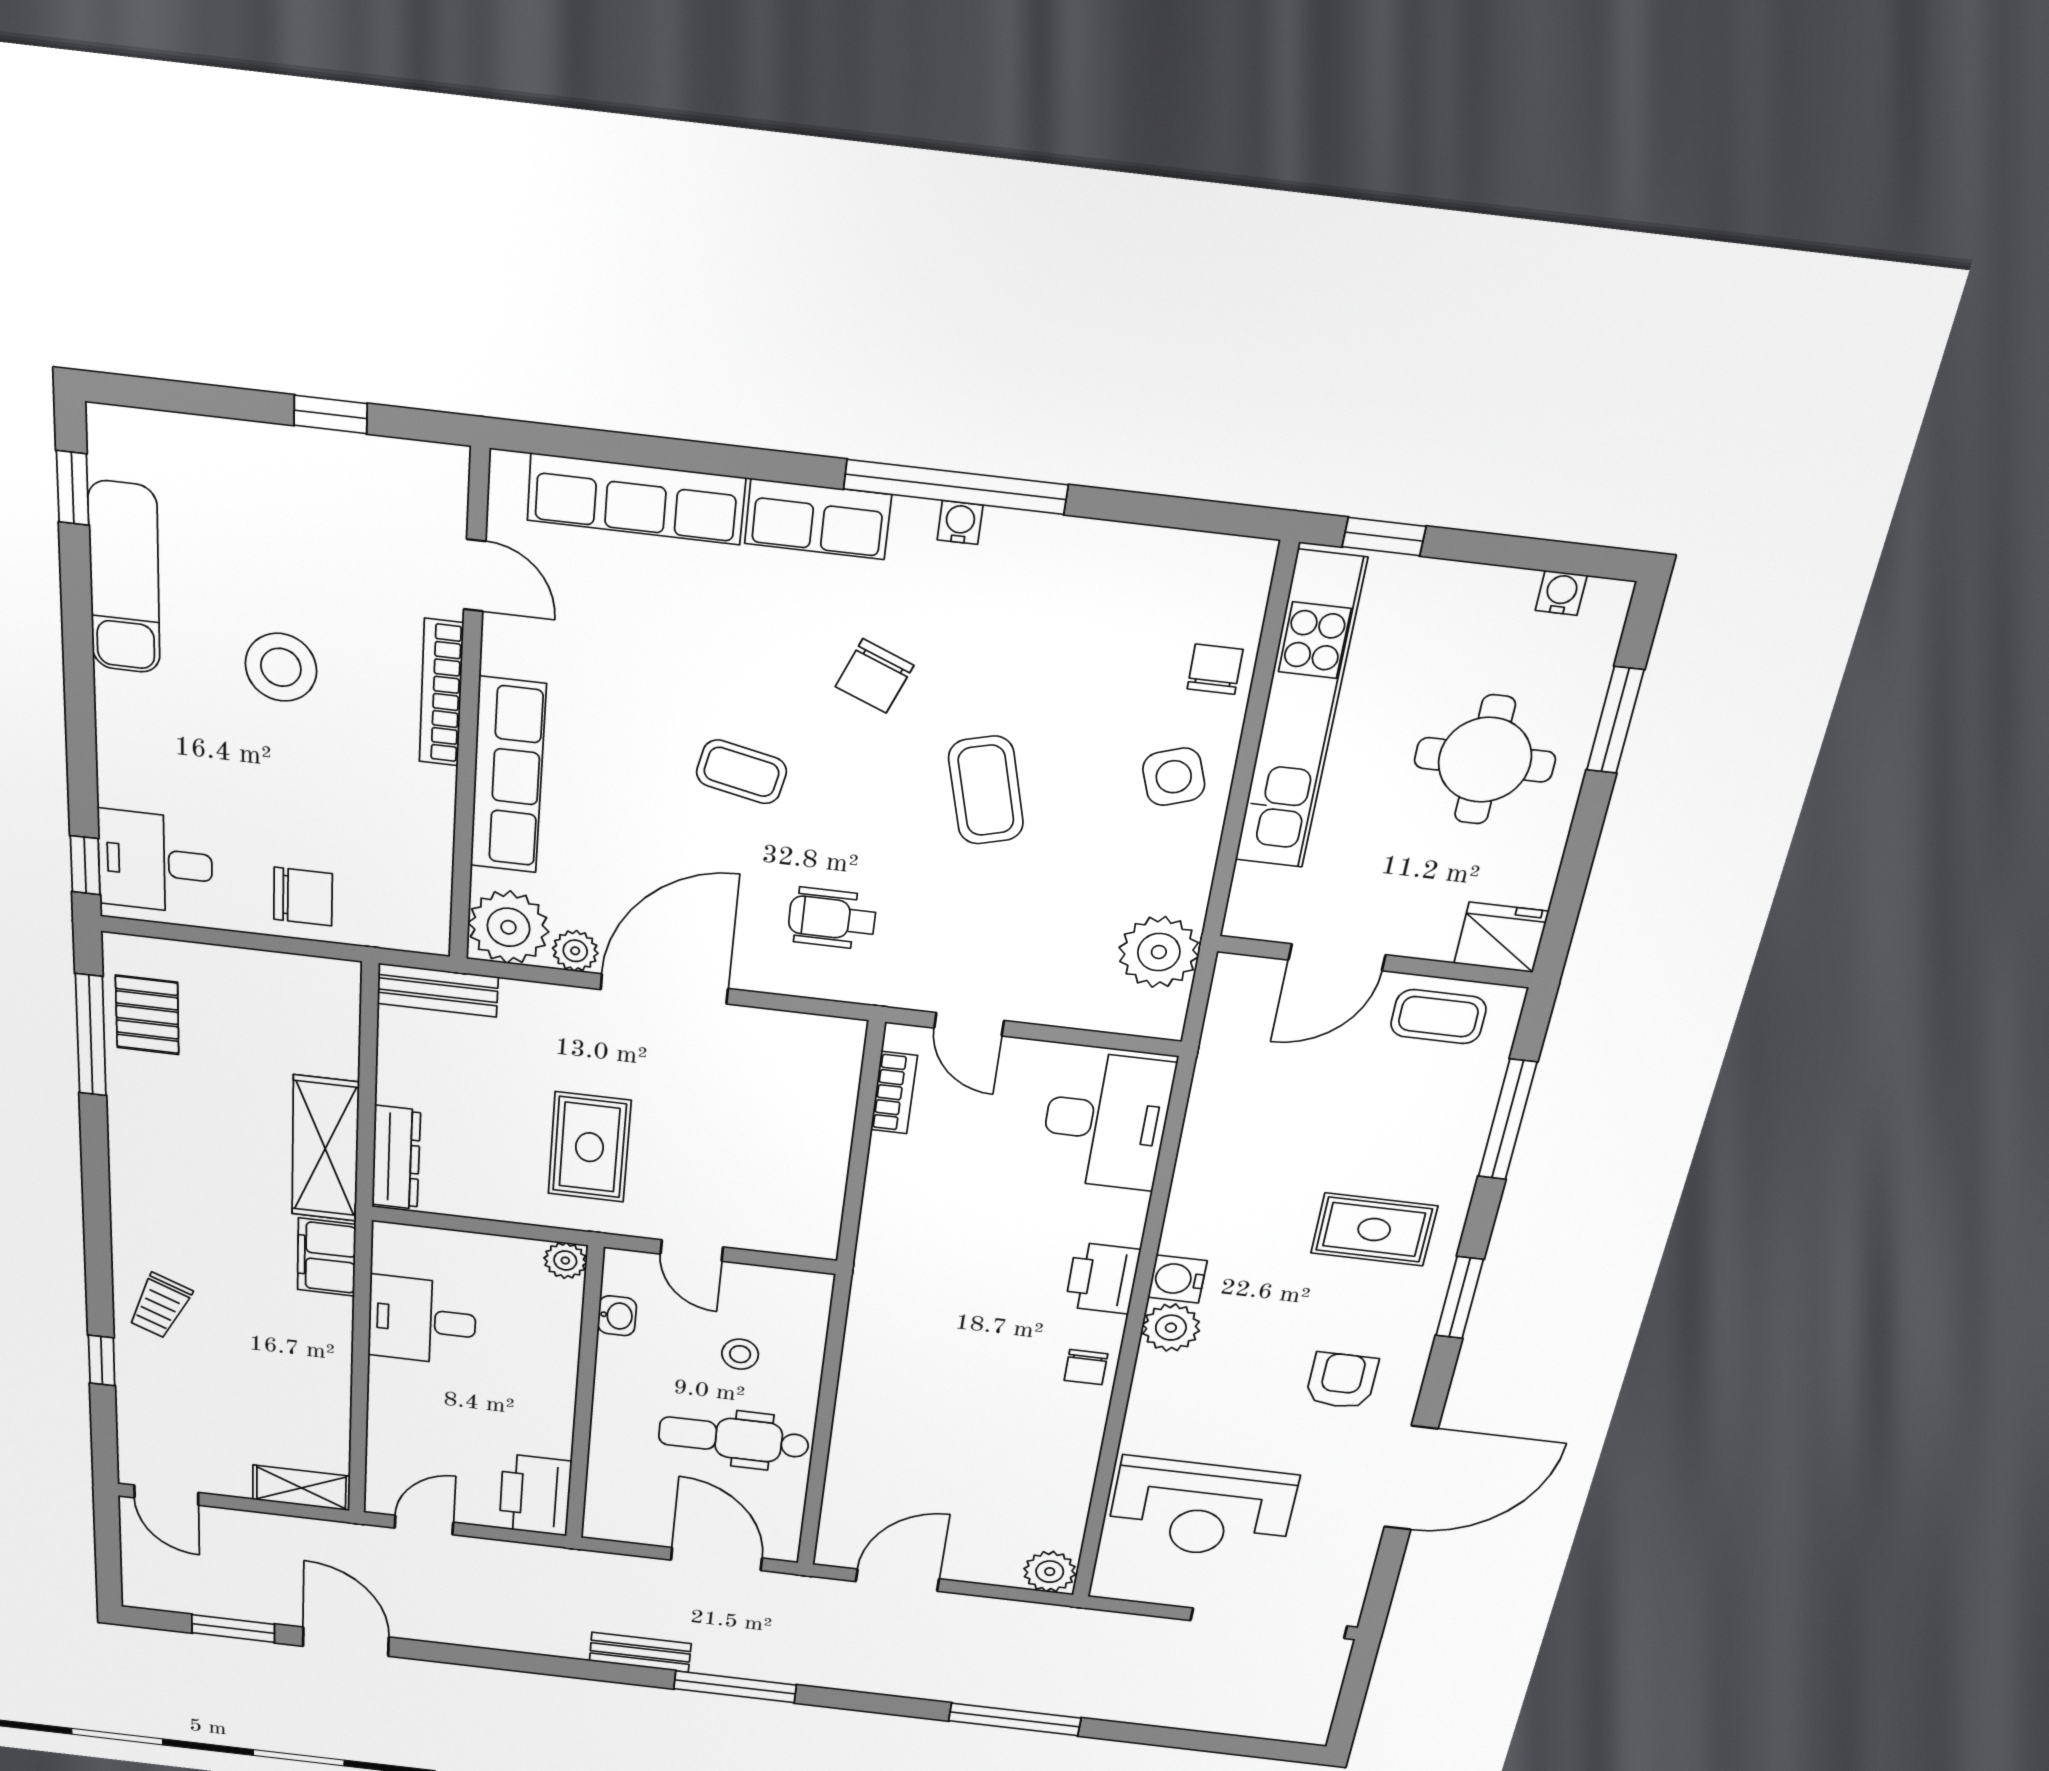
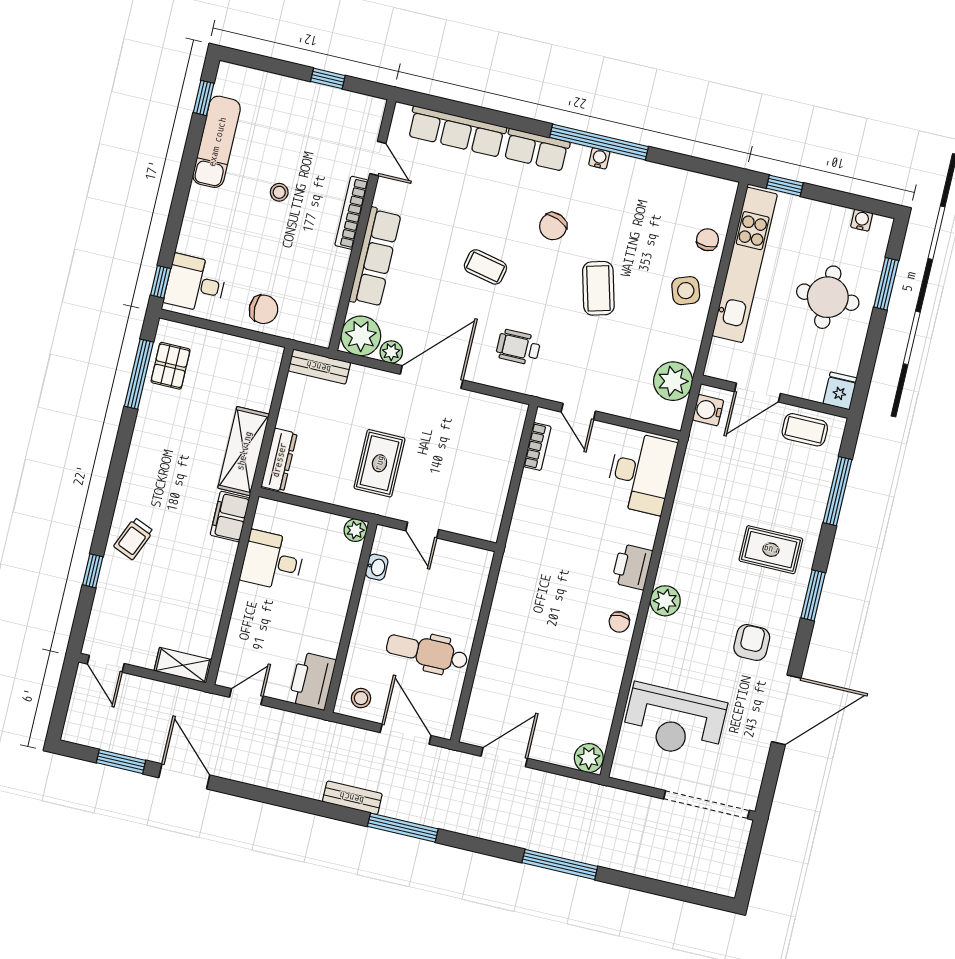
stool: (281, 667) -> (279, 192), width x0.53, depth x0.53
fridge: (1501, 937) -> (840, 391), width x0.72
water cooler: (1177, 1279) -> (708, 410), moved
stool: (740, 1354) -> (361, 698), moved

